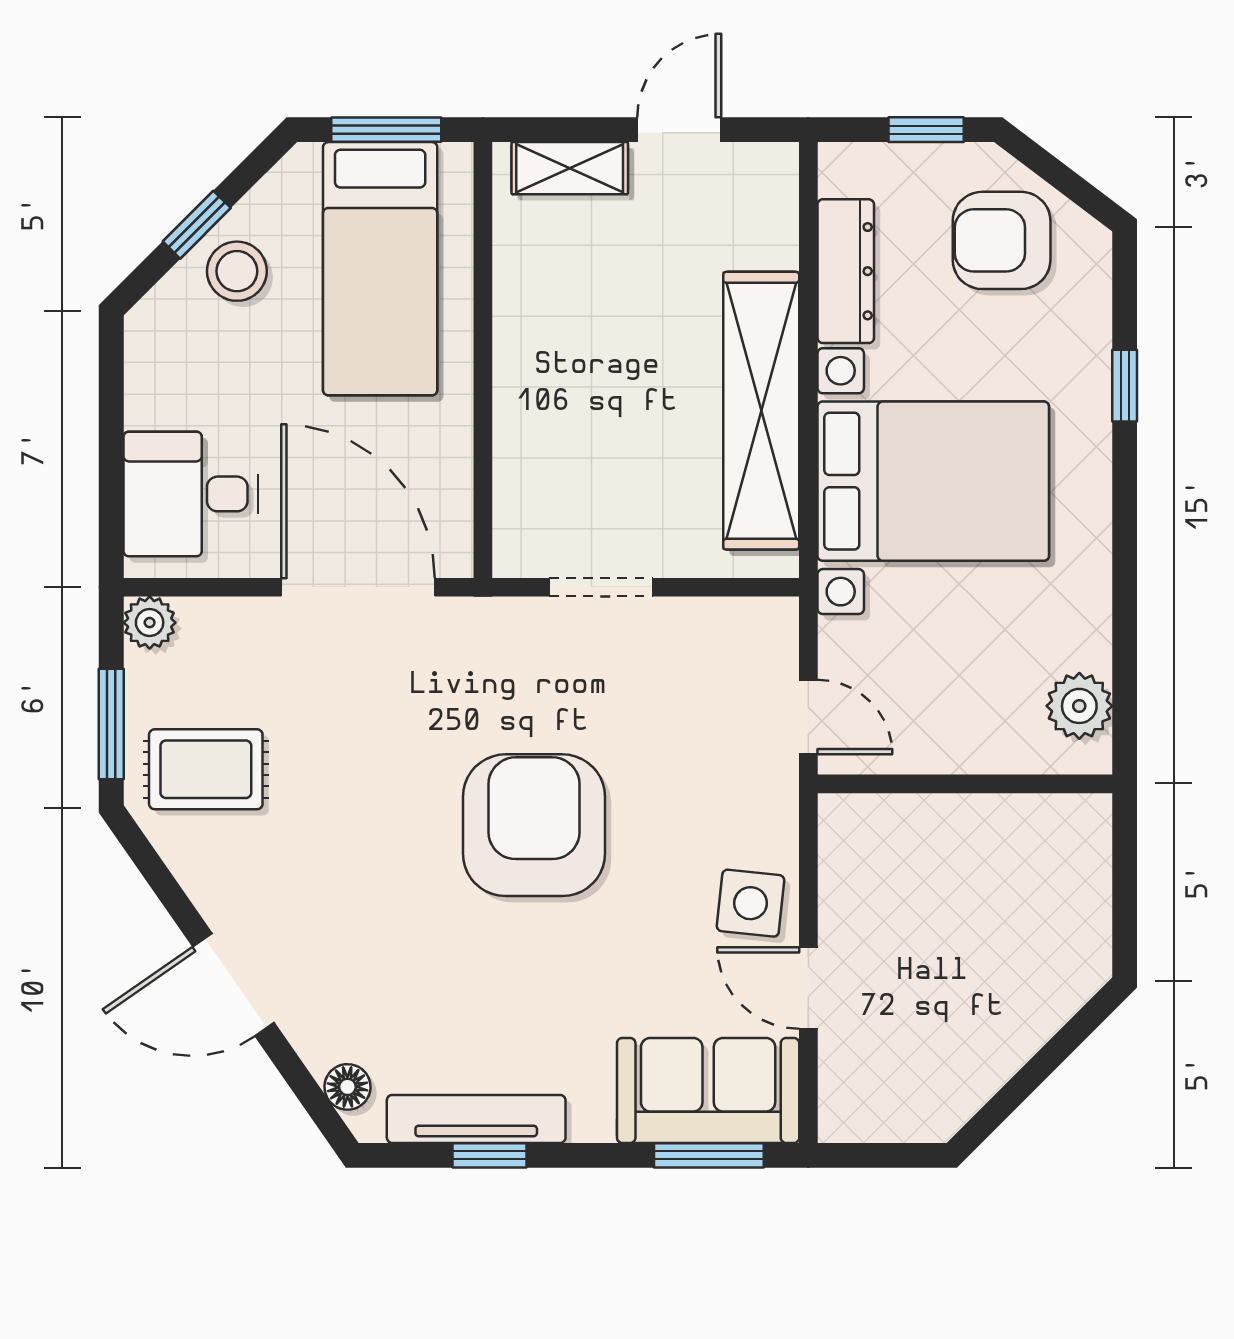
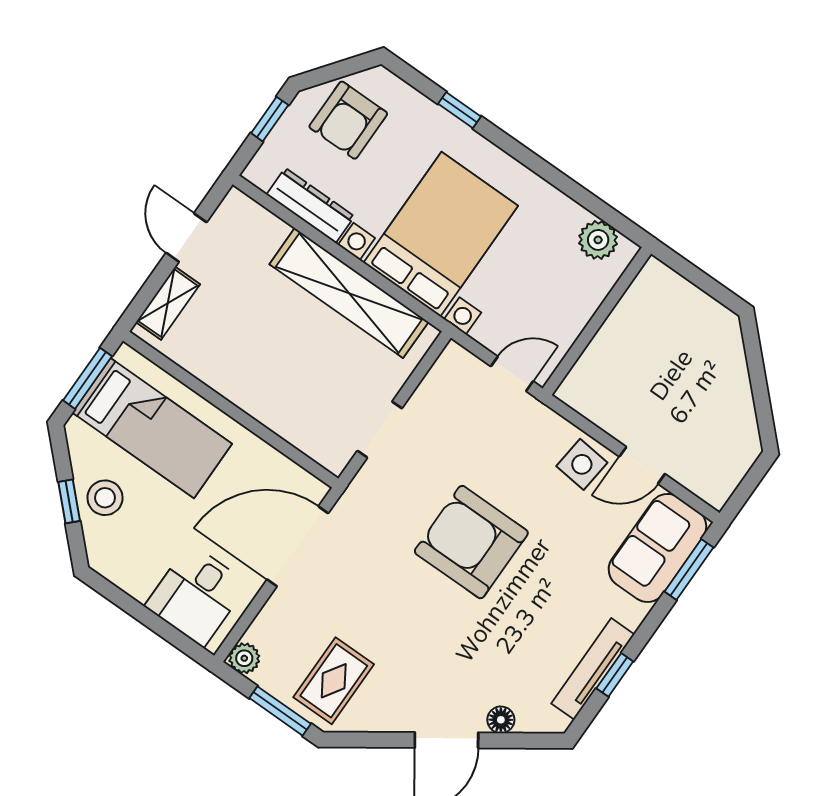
floor lamp: (347, 1087) -> (501, 720), moved

